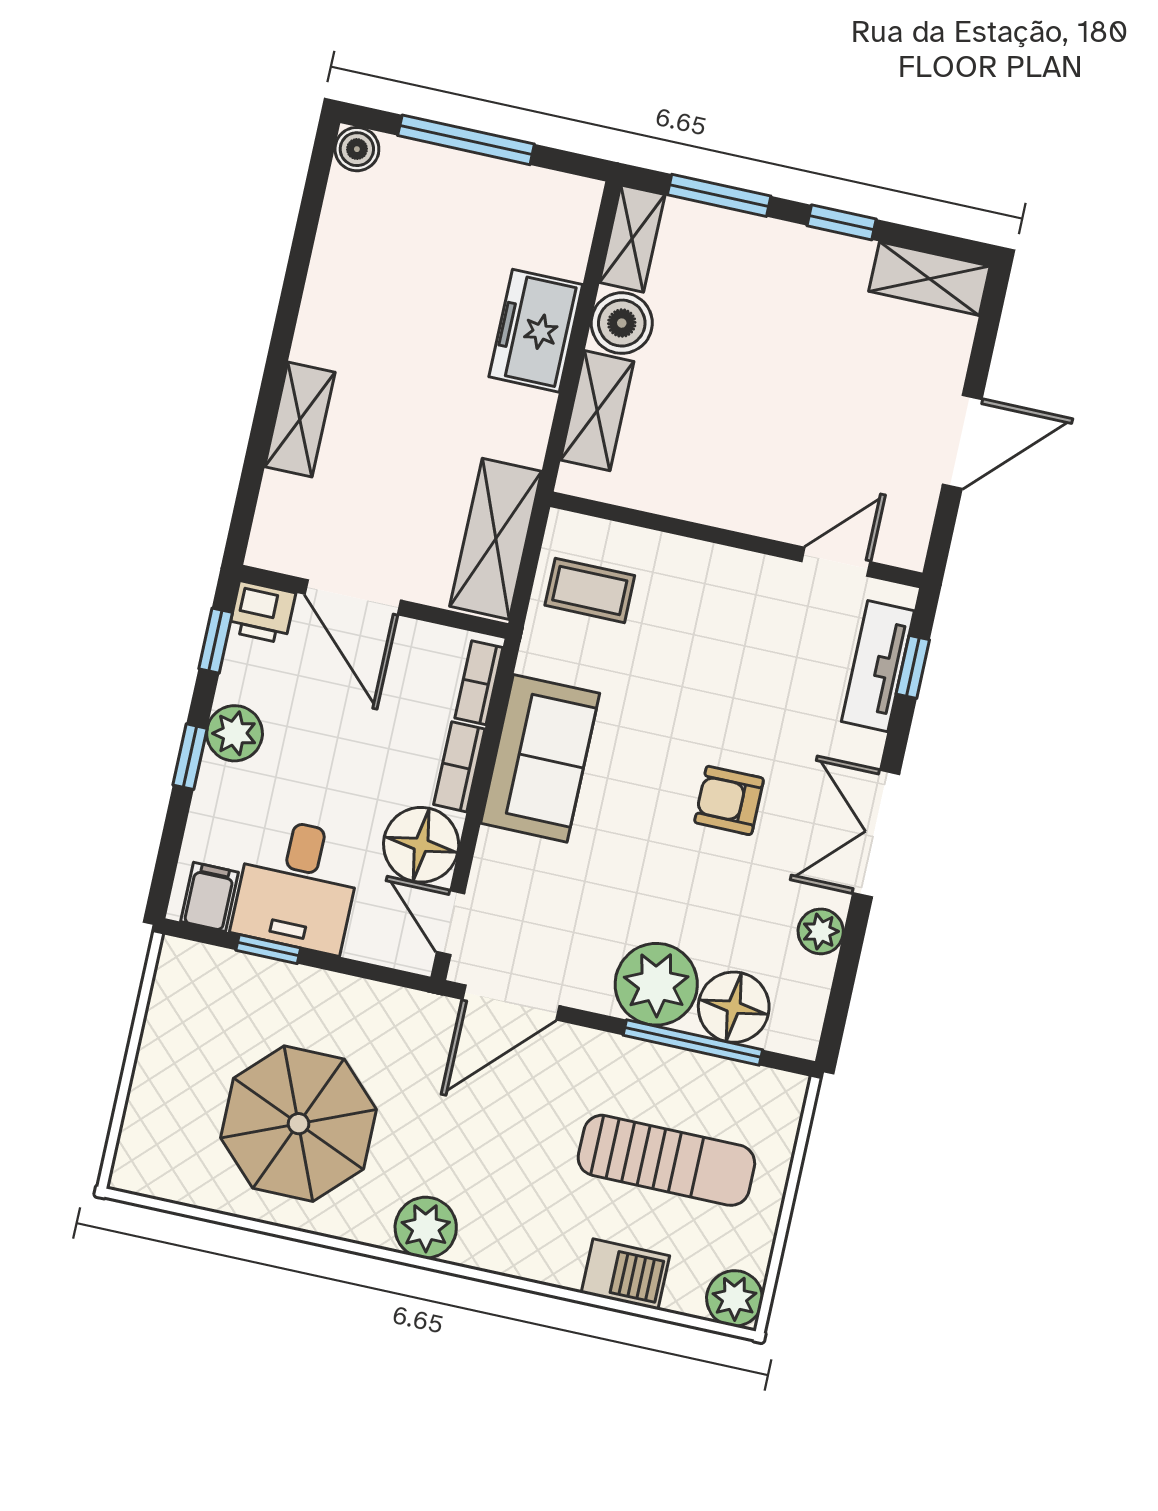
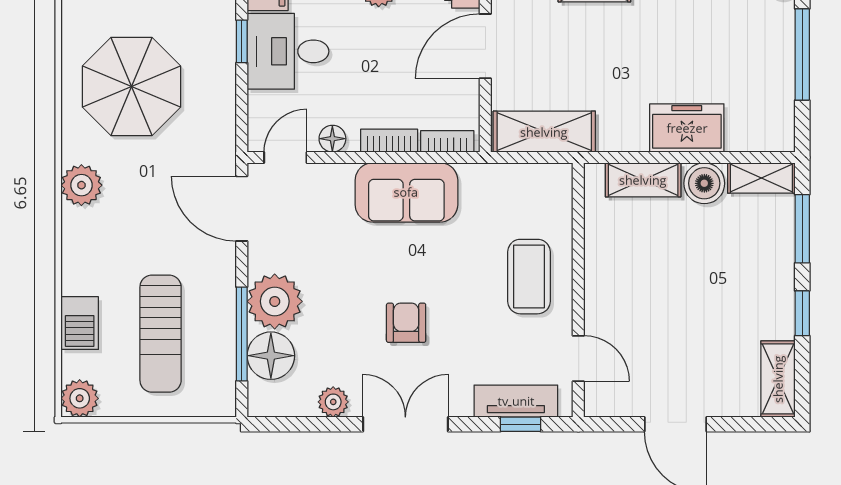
coffee table: (590, 590) -> (529, 277), moved, width x1.36, depth x1.30
floor lamp: (421, 845) -> (332, 139), width x0.53, depth x0.53

